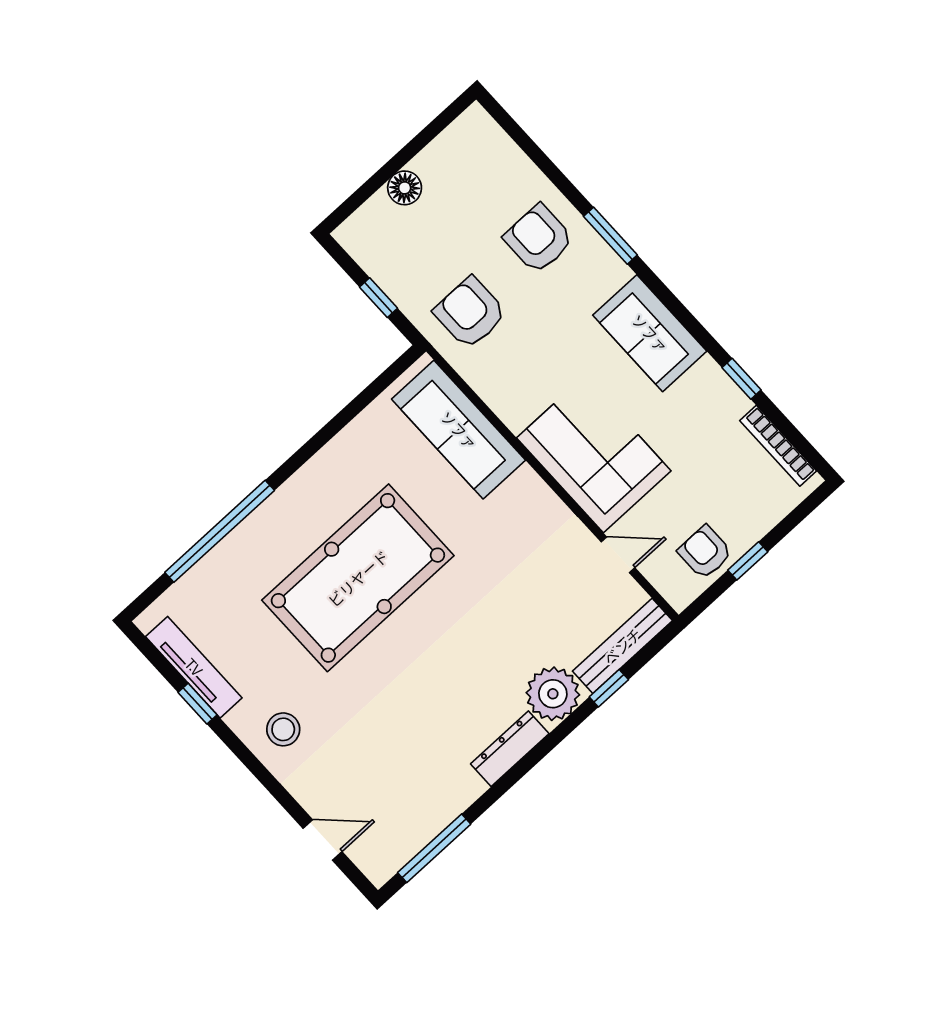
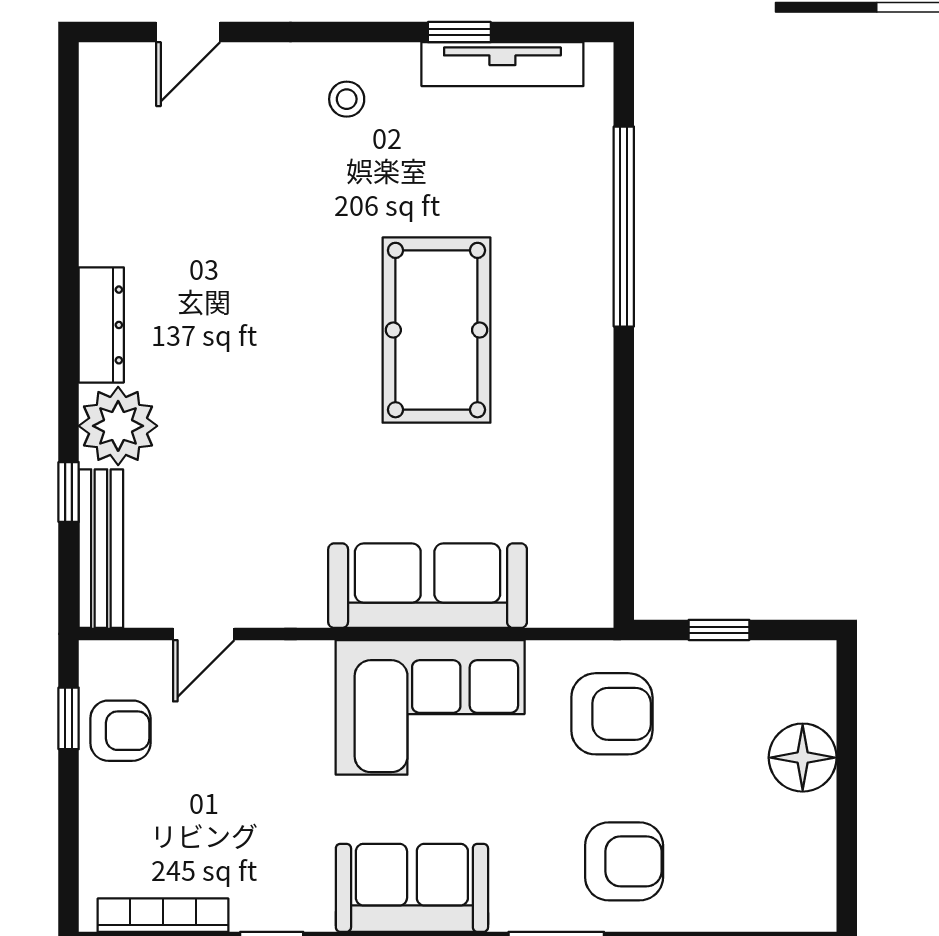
floor lamp: (405, 188) -> (803, 758), width x1.38, depth x1.38
sofa: (459, 430) -> (428, 586), moved
corner sofa: (594, 454) -> (430, 707), moved
window: (748, 561) -> (69, 718), moved
pool table: (358, 578) -> (436, 330), width x0.73, depth x0.76
stool: (283, 729) -> (347, 99), width x0.73, depth x0.73
window: (434, 848) -> (69, 145), removed

